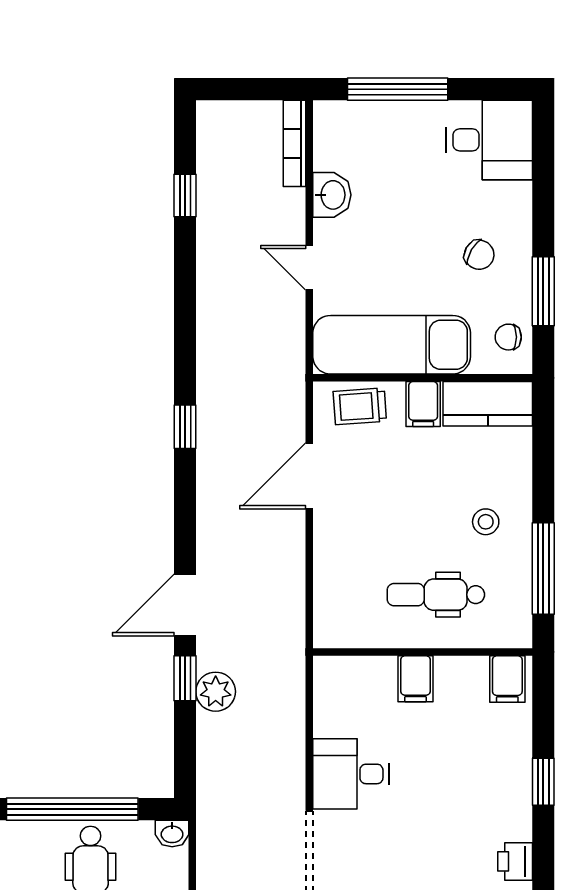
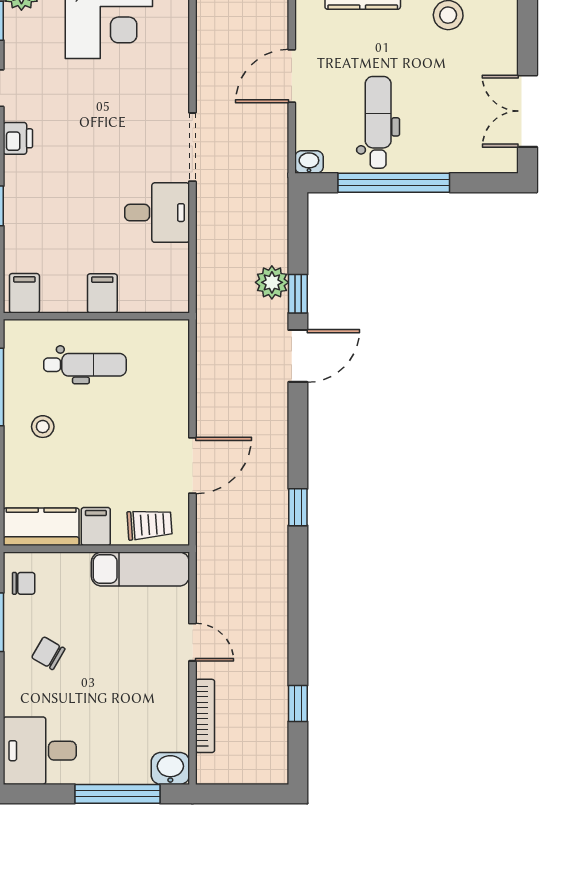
bookcase: (295, 143) -> (205, 716), moved
washbasin: (332, 195) -> (170, 768), moved, turned 90
exam couch: (392, 345) -> (140, 569), width x0.73, depth x0.69

